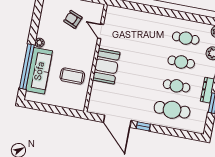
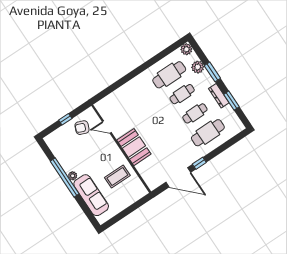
armchair: (73, 19) -> (82, 128), moved
cafe table: (186, 38) -> (169, 75), width x1.37, depth x1.35
window: (27, 67) -> (65, 178), moved

